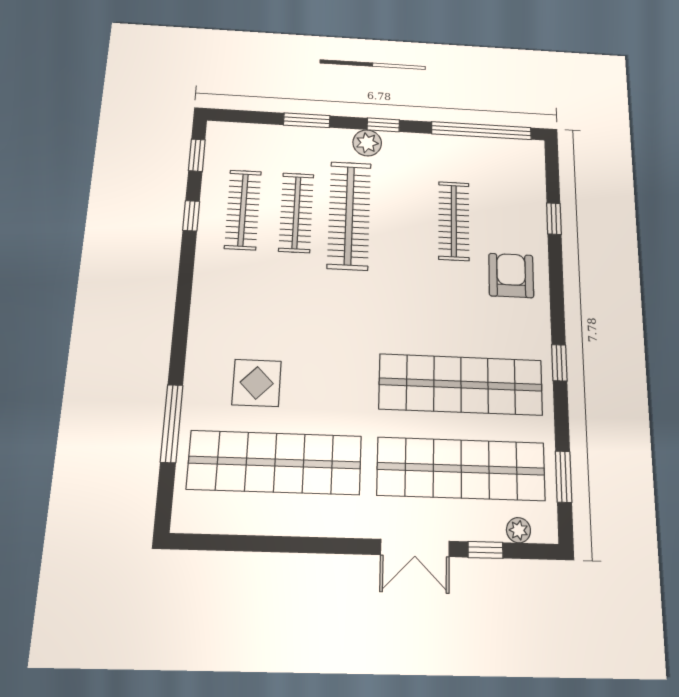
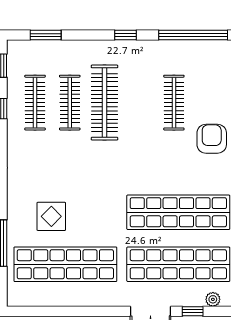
window: (307, 120) -> (46, 35), moved
plant: (367, 143) -> (115, 49), removed

